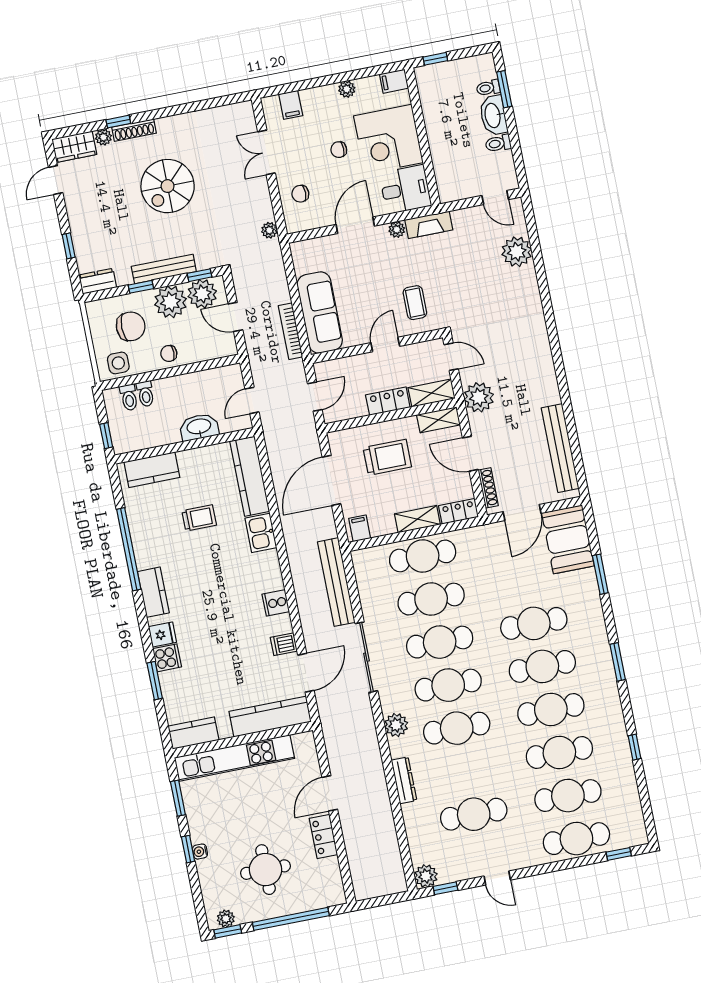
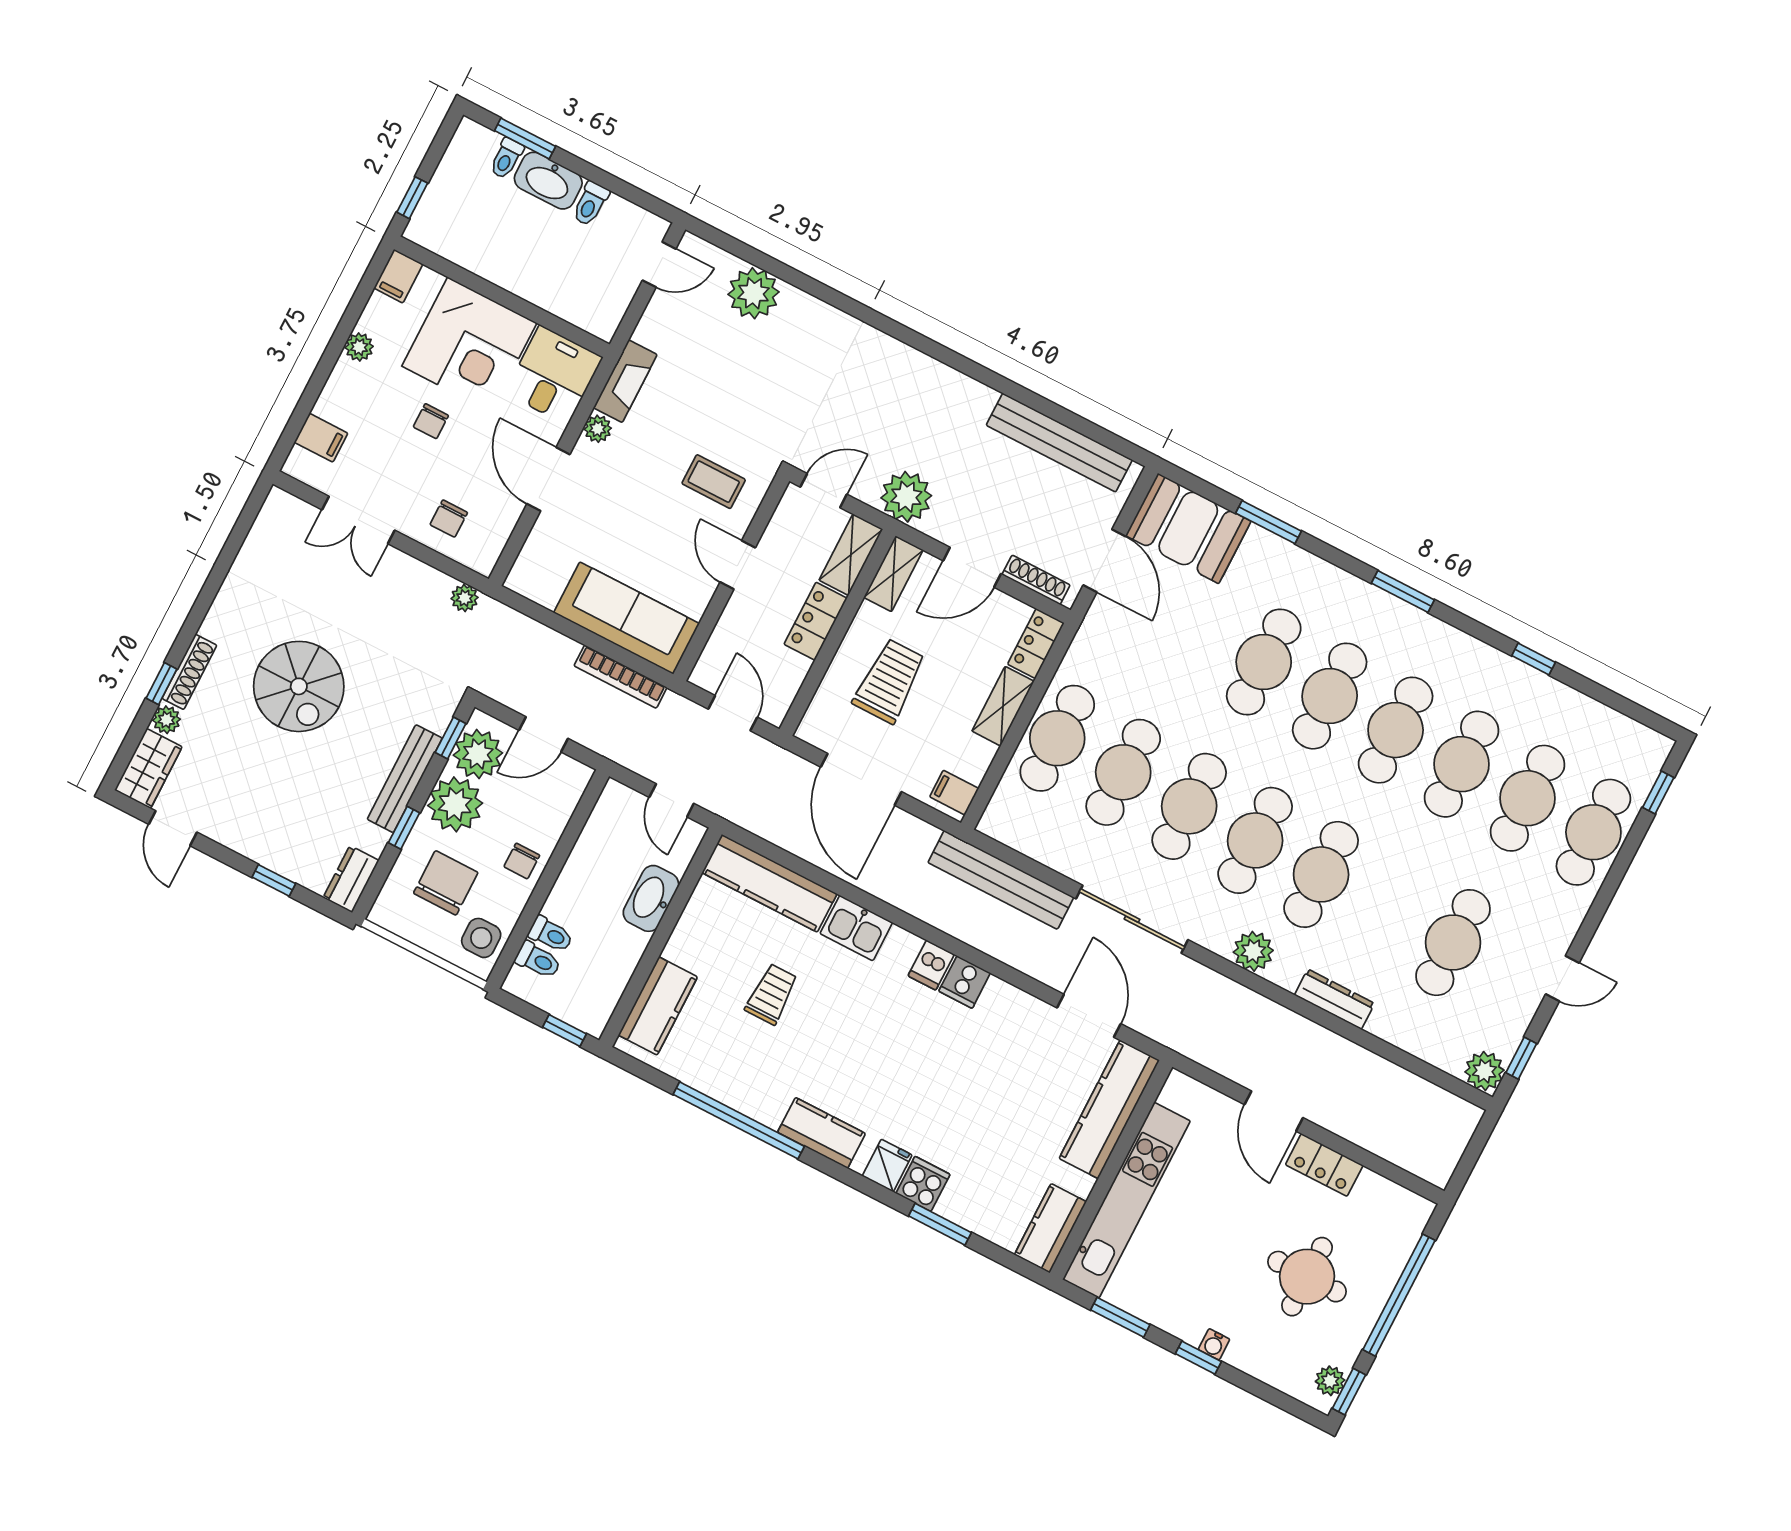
dishwasher: (284, 644) -> (931, 965), moved

